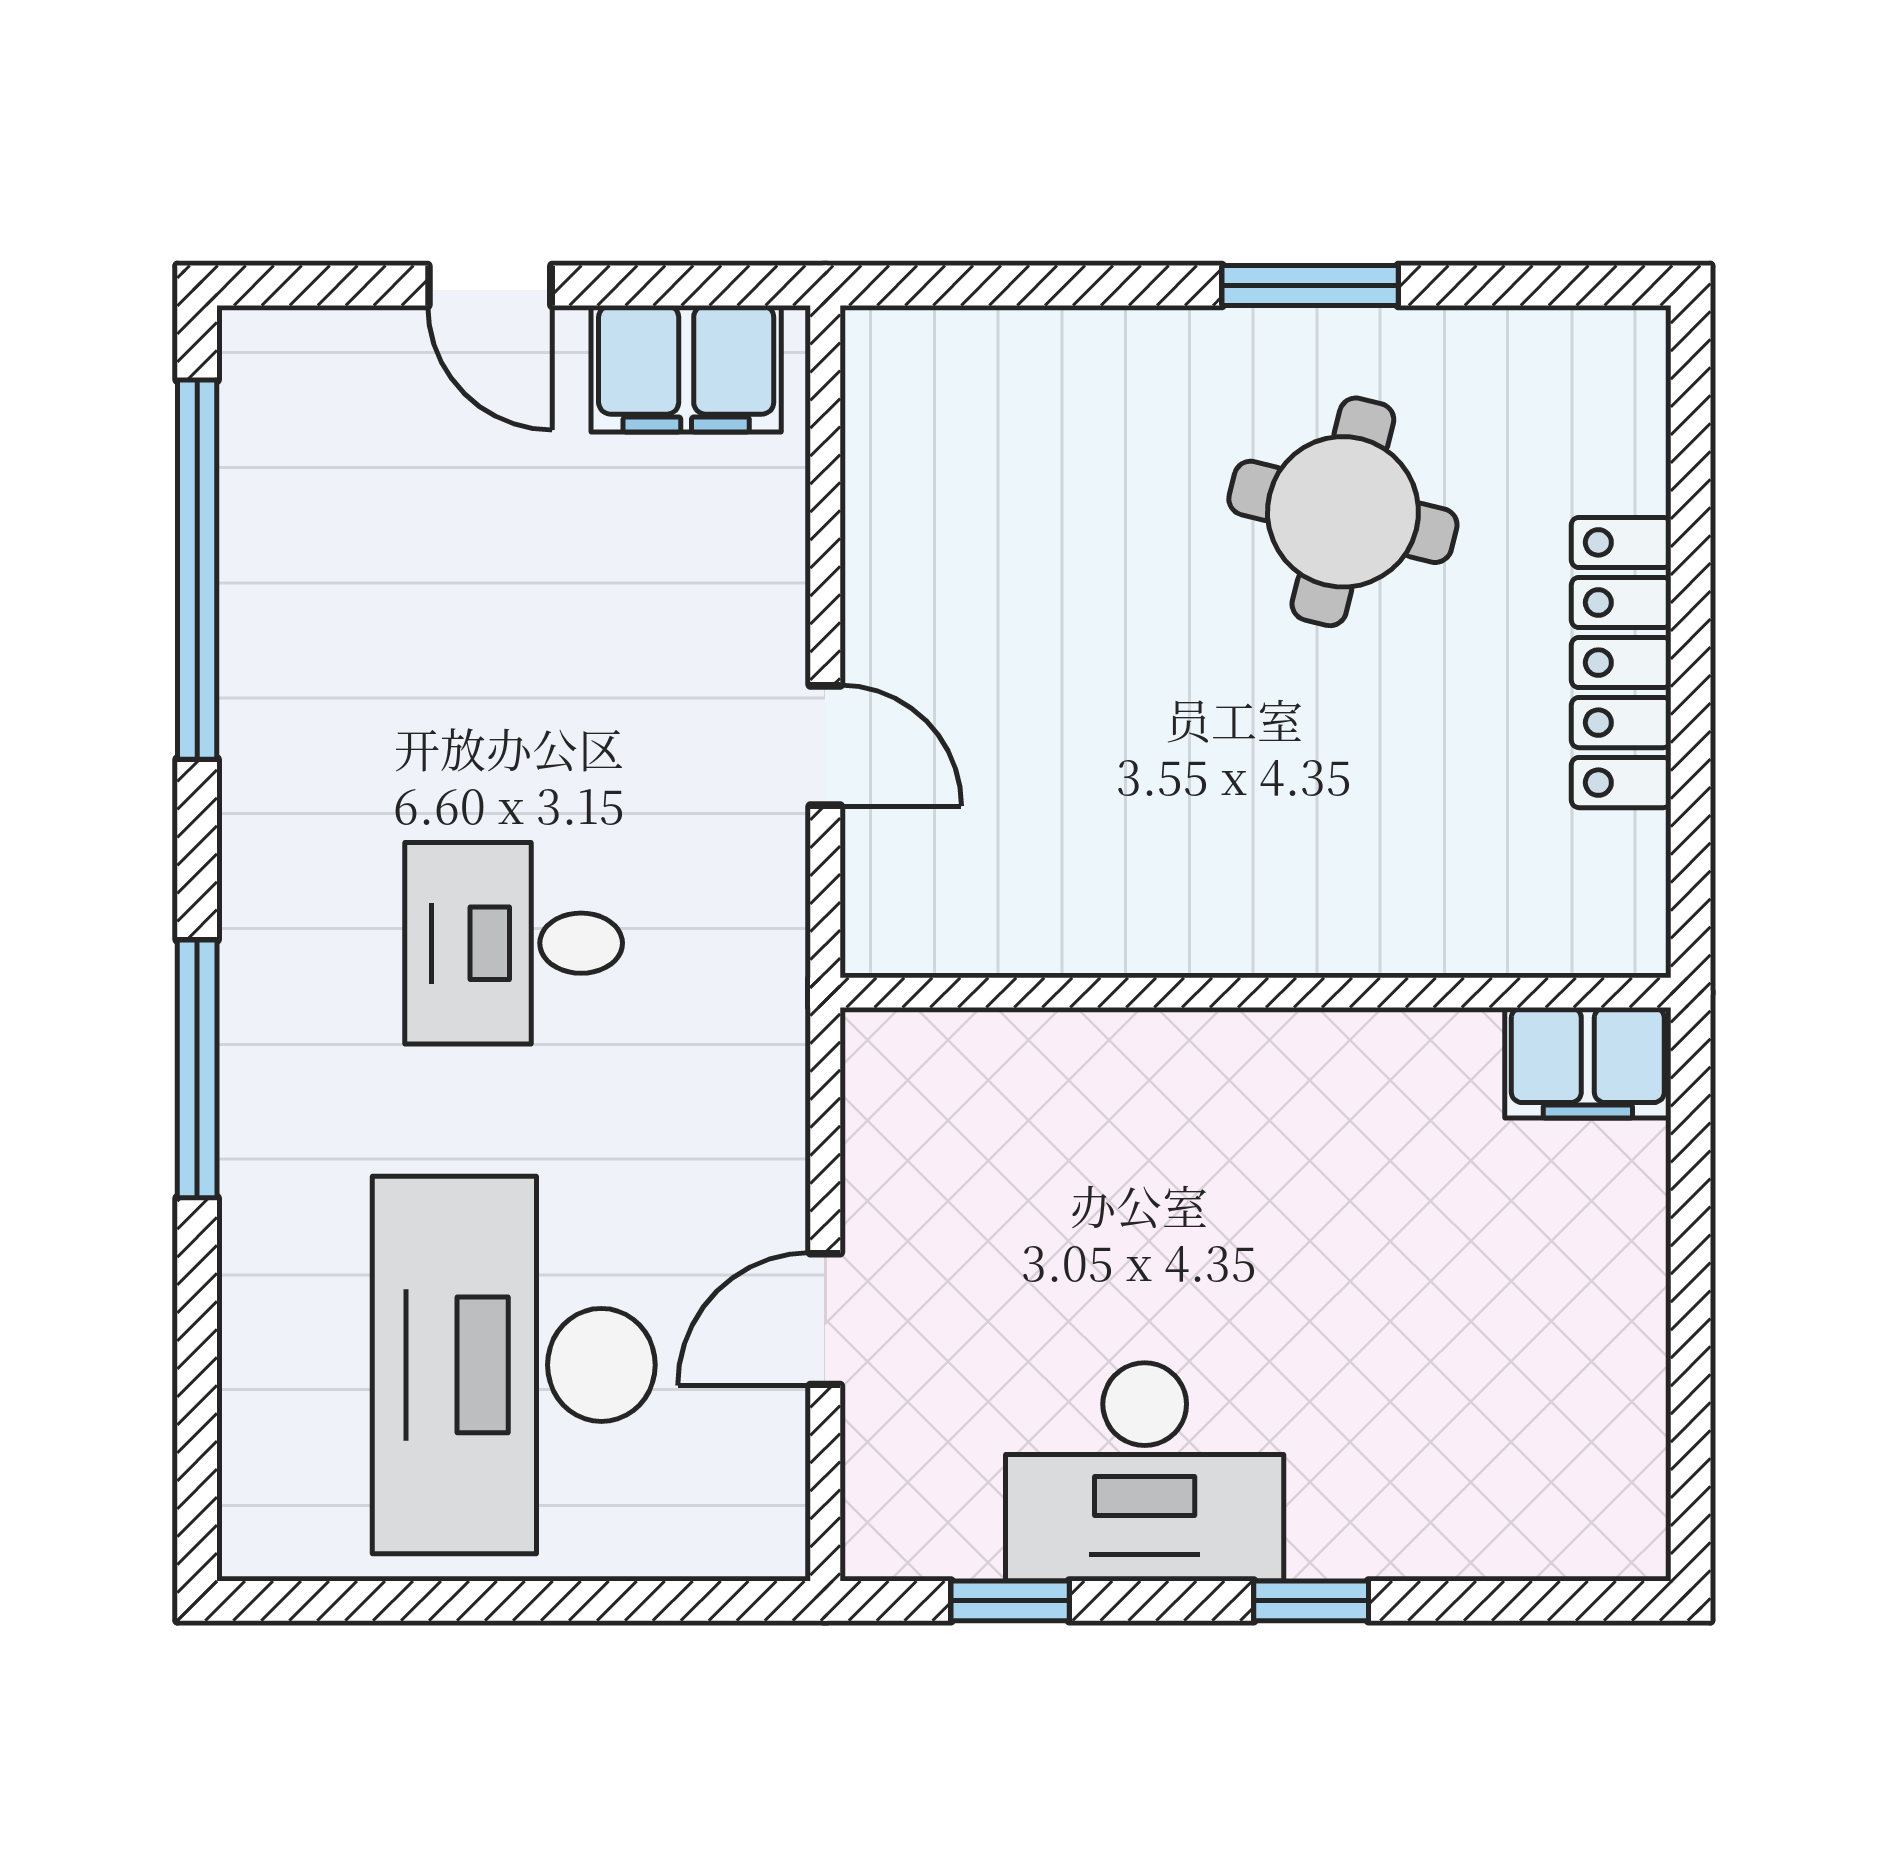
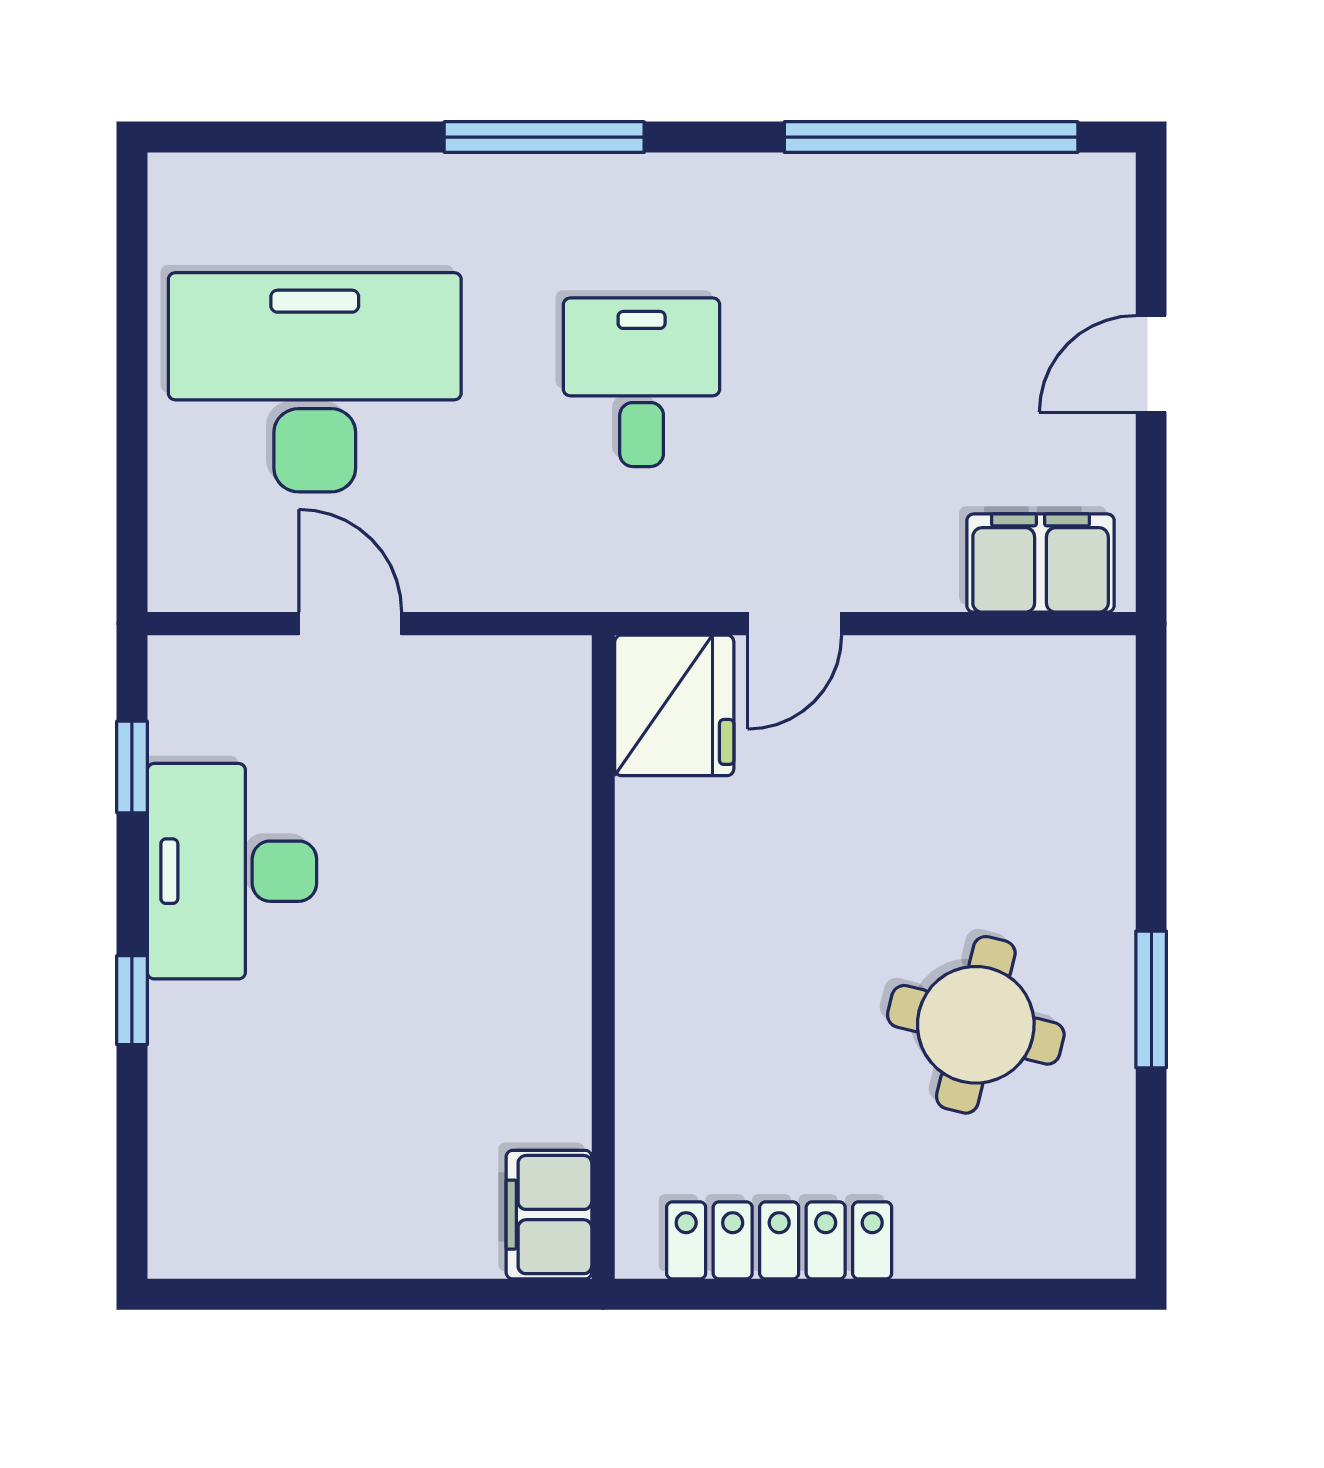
filing cabinet: (686, 369) -> (1041, 563), moved, turned 90
locker: (1621, 663) -> (779, 1240), moved
fridge: (931, 901) -> (674, 705), added

